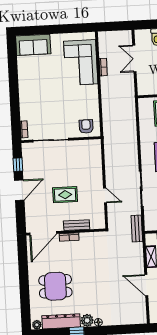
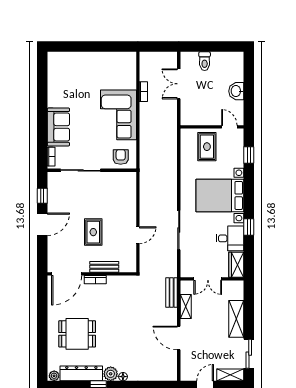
sofa: (33, 45) -> (58, 127), moved, turned -90
corner sofa: (81, 63) -> (119, 115), moved
rug: (65, 195) -> (93, 232), turned 90
door: (105, 195) -> (138, 235), hinge flipped
bench: (137, 229) -> (172, 292), moved

